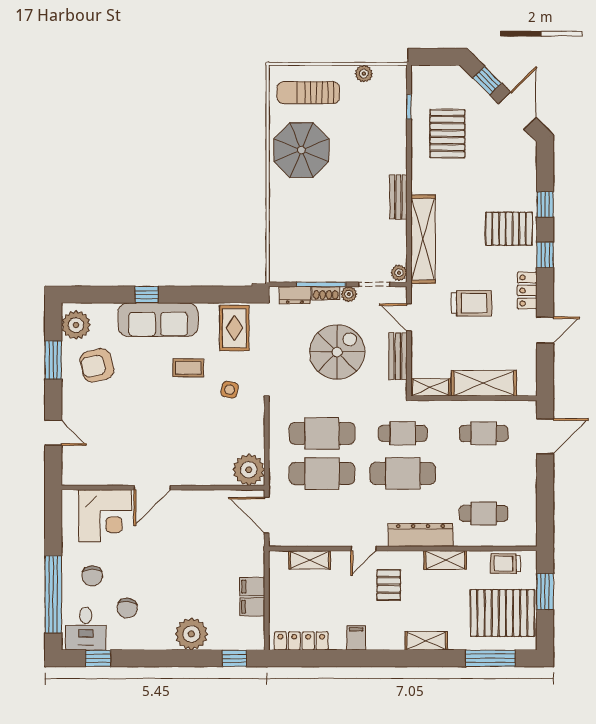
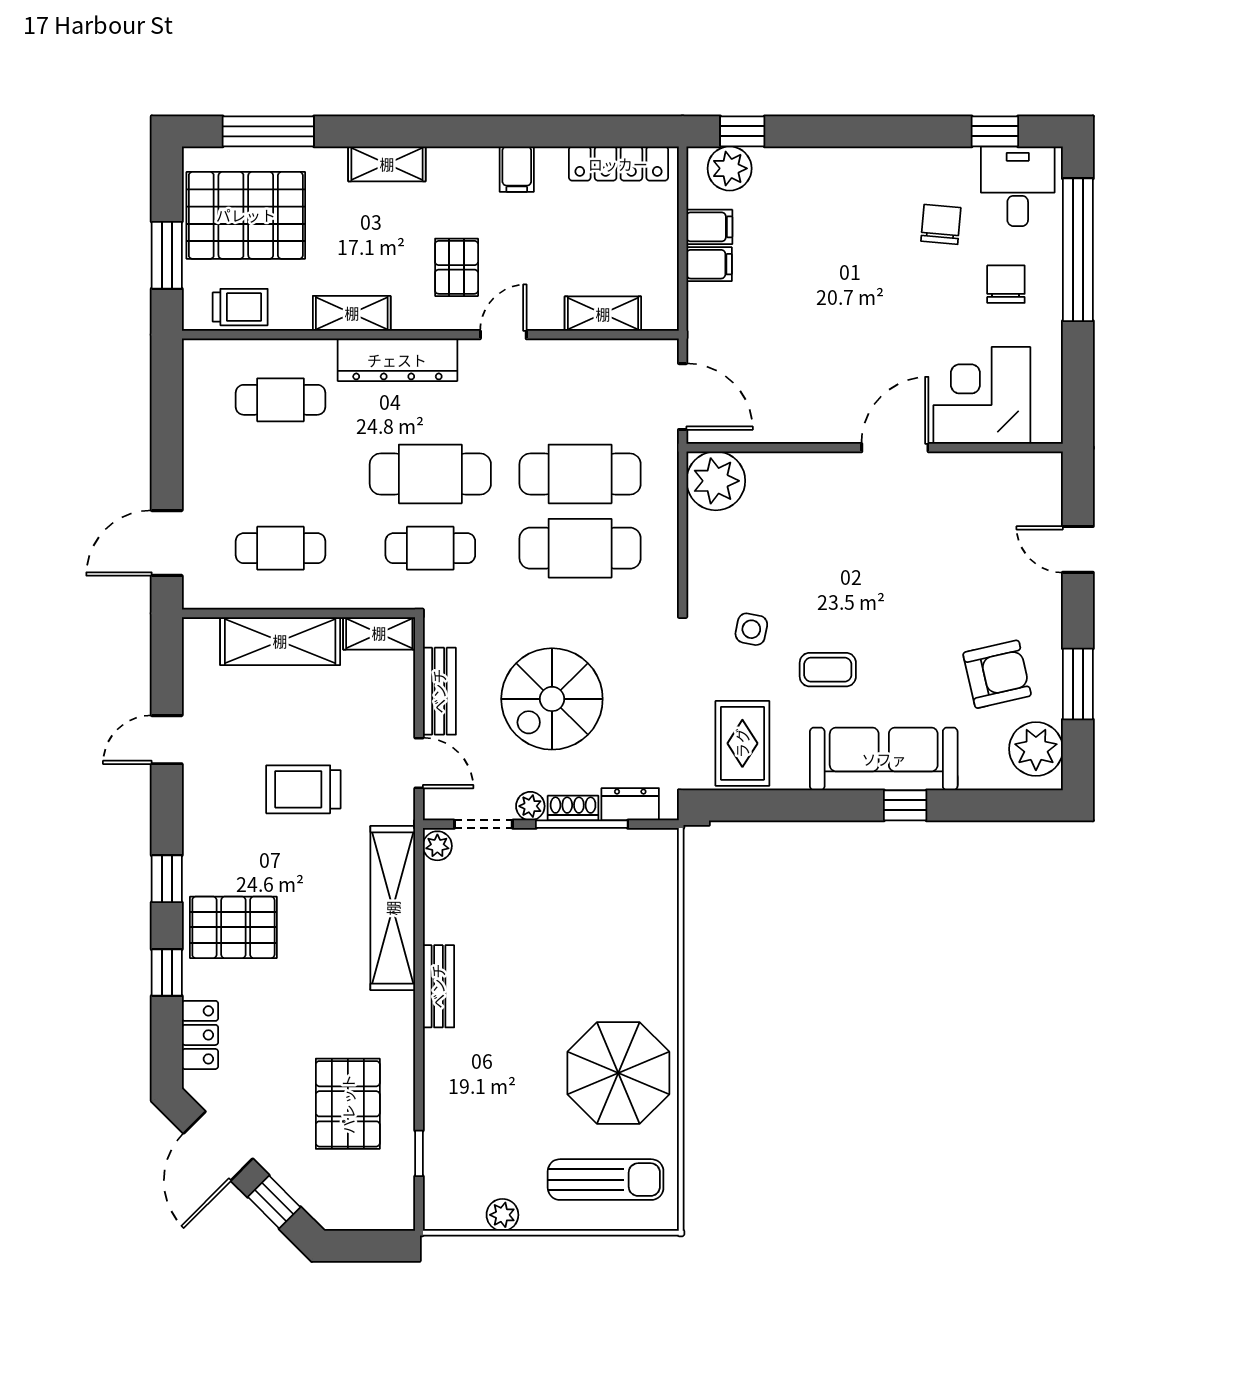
locker: (527, 290) -> (200, 1035), moved
plant: (191, 634) -> (730, 168), moved, width x0.73, depth x0.73

